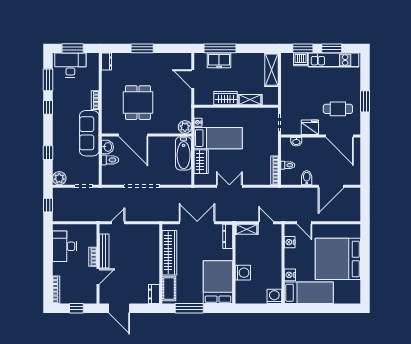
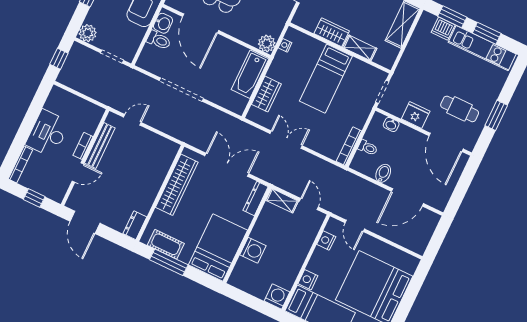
bed: (218, 138) -> (326, 79), moved, turned 90
desk: (65, 246) -> (48, 133), moved
cot: (169, 288) -> (166, 244), moved, turned 90

